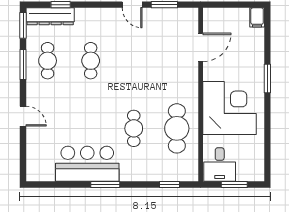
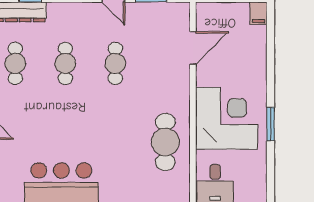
window: (267, 78) -> (271, 124), moved
cafe table: (134, 128) -> (115, 63), moved

